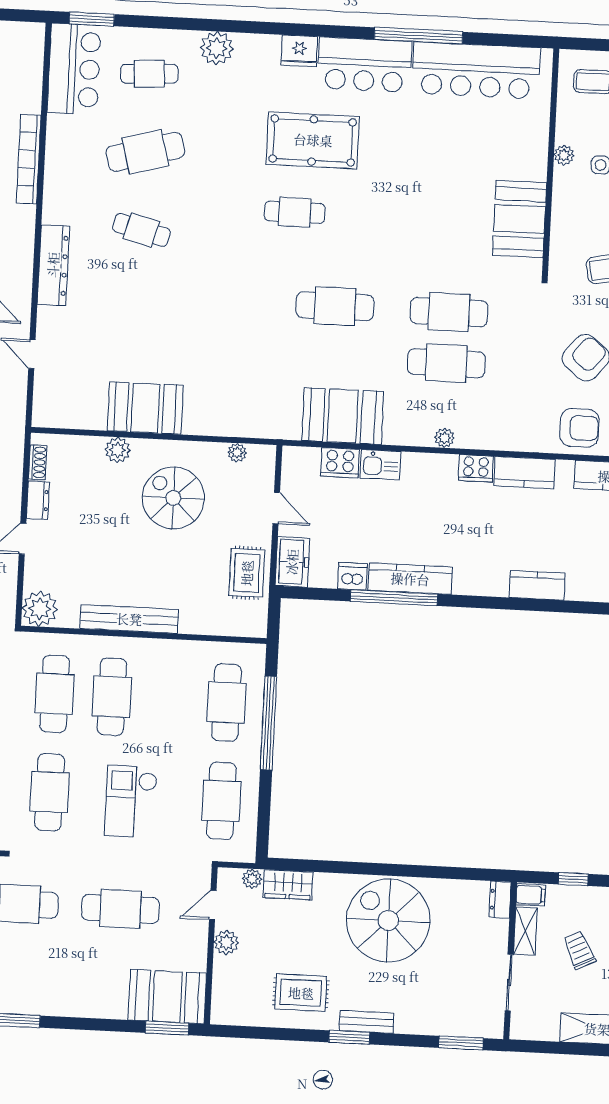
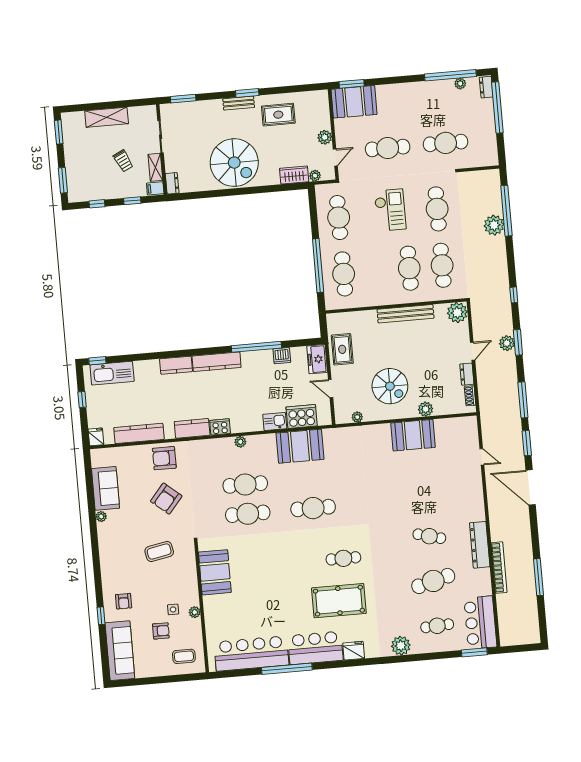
dresser: (53, 265) -> (480, 545), moved
cooker: (340, 463) -> (302, 416), width x1.37, depth x1.31
kitchen counter: (410, 579) -> (217, 362), moved

